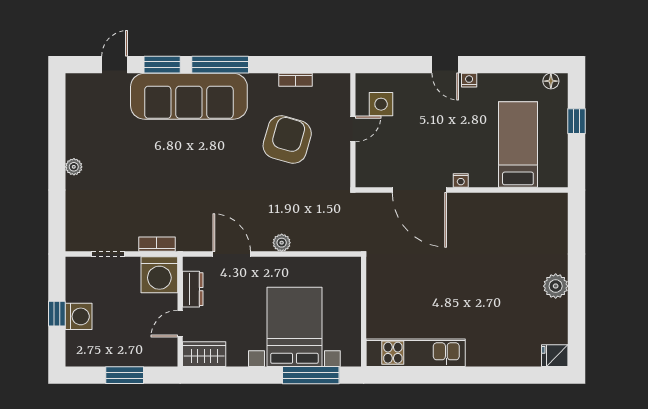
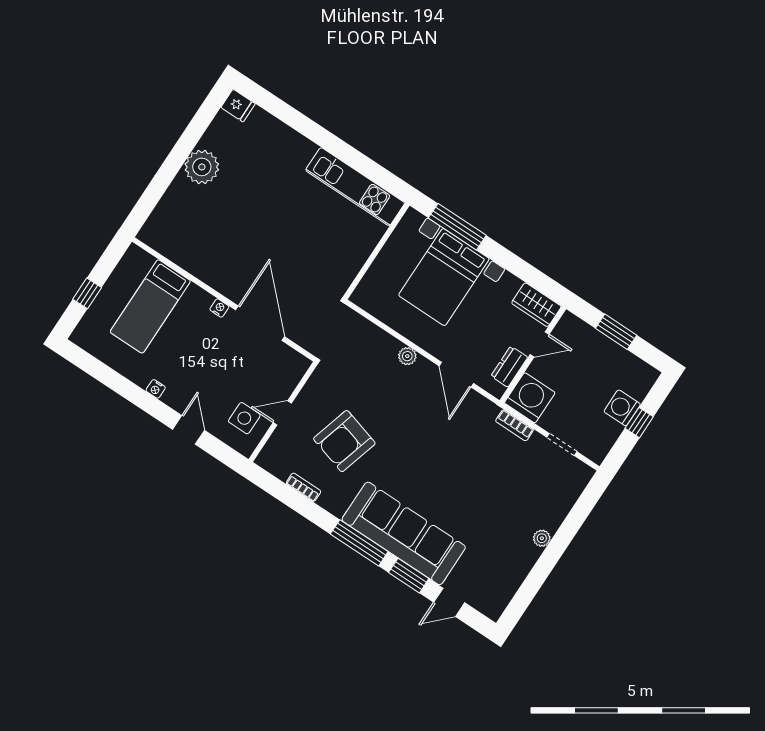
door: (445, 65) -> (189, 430), moved
floor lamp: (551, 81) -> (86, 342), removed
plant: (556, 286) -> (202, 167), width x1.36, depth x1.36

